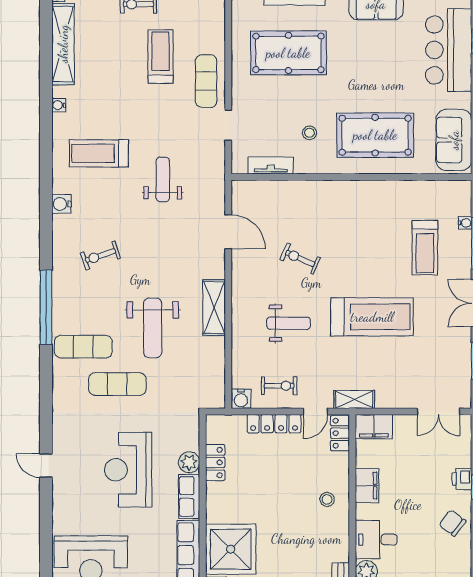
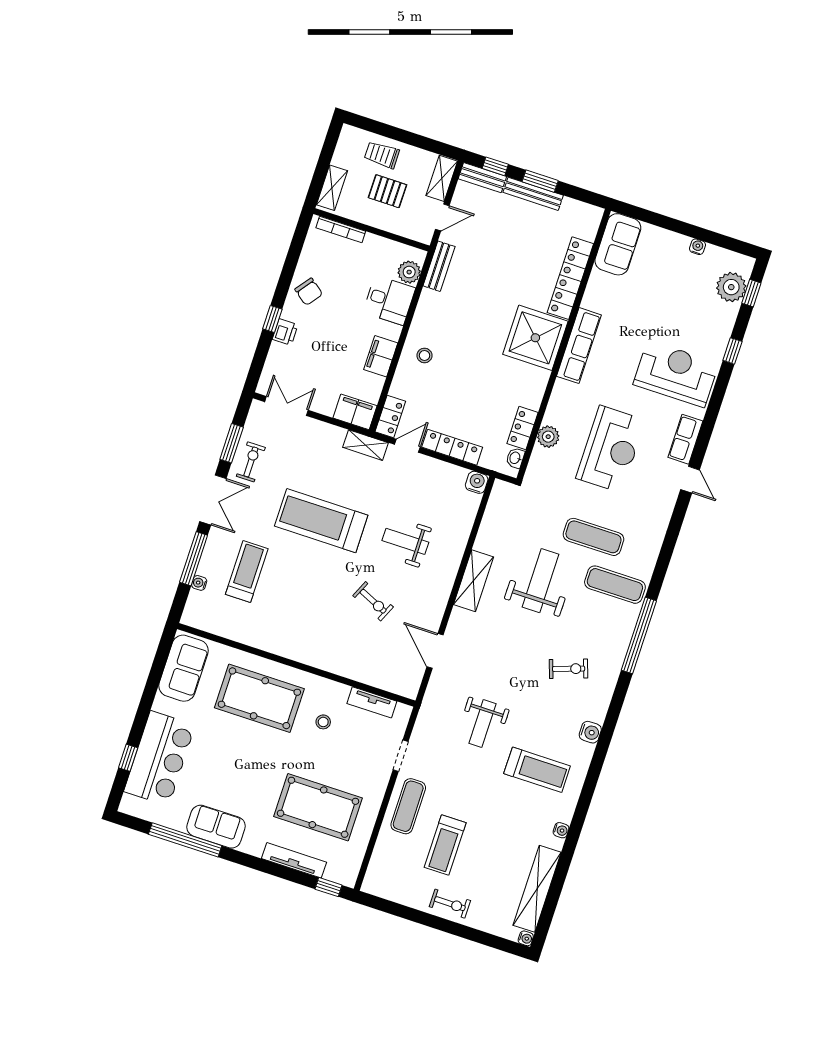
exercise bike: (279, 386) -> (251, 462), moved, turned 90
washbasin: (213, 433) -> (515, 458), added
row of seats: (189, 497) -> (685, 439), moved, turned 180

